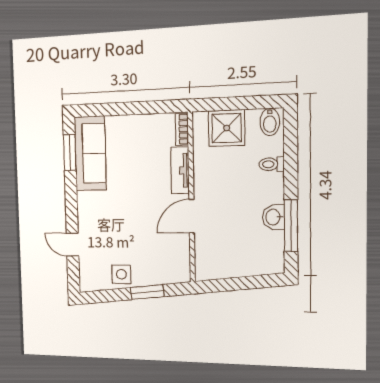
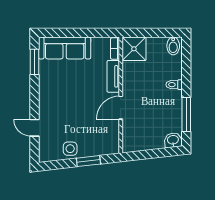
shower: (227, 128) -> (134, 49), moved
sofa: (90, 153) -> (65, 48), moved, turned 90
toilet: (272, 164) -> (174, 85), moved
washbasin: (273, 217) -> (173, 140), moved, turned 83

